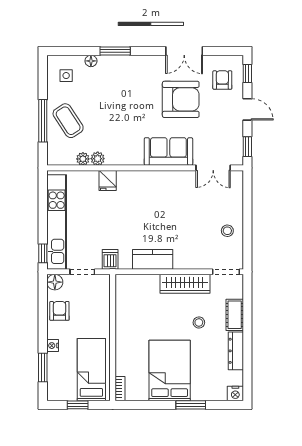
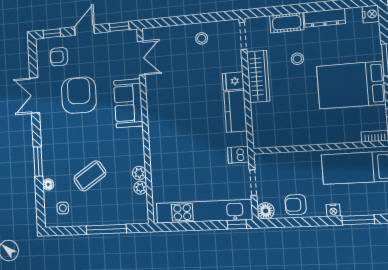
double door: (184, 51) -> (35, 95), swing flipped
coffee table: (68, 121) -> (90, 176), moved
fridge: (108, 180) -> (233, 81), moved, turned 180

